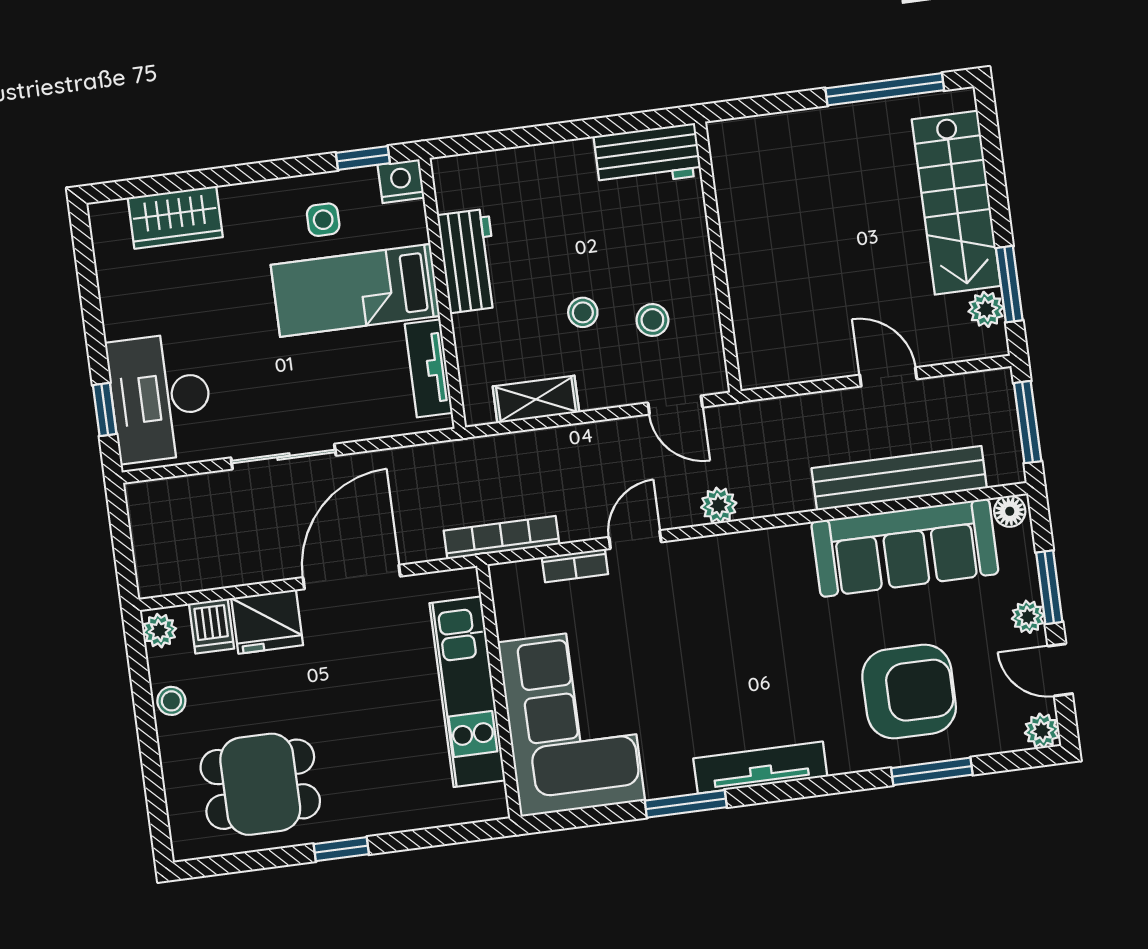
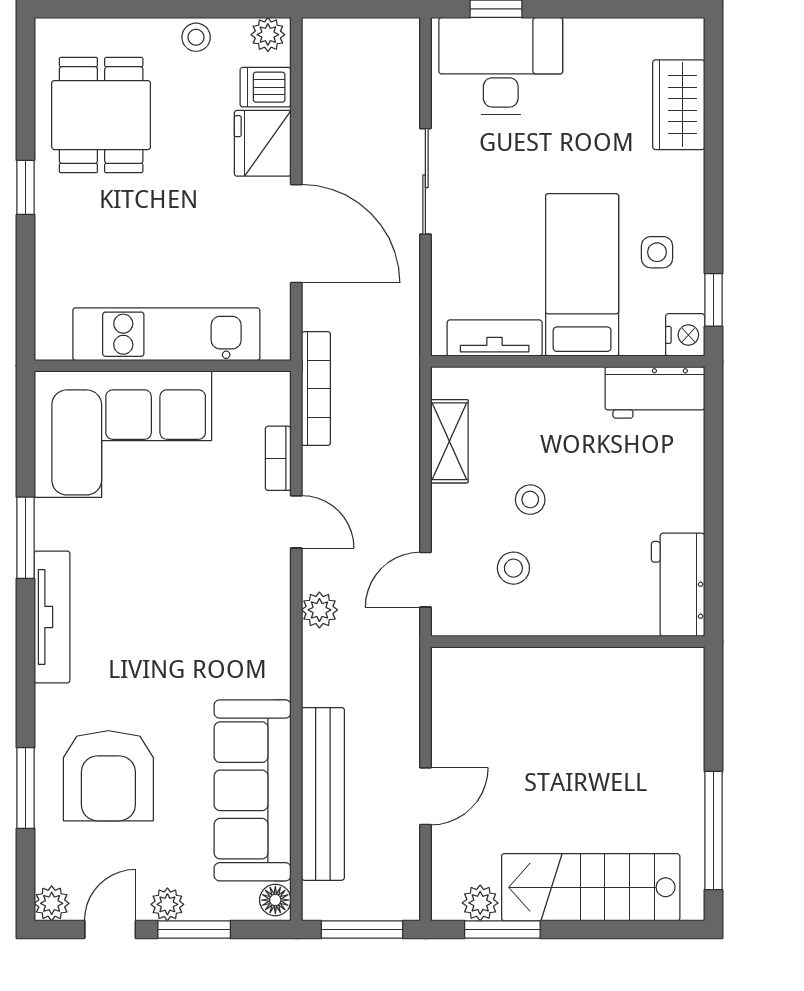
workbench: (469, 261) -> (655, 392), moved

